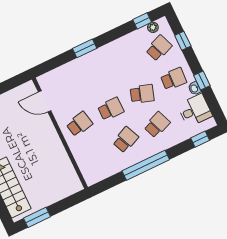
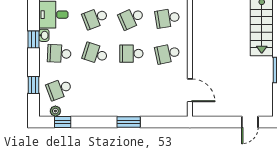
school desk: (94, 155) -> (167, 18), added

